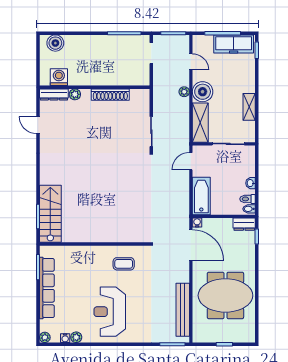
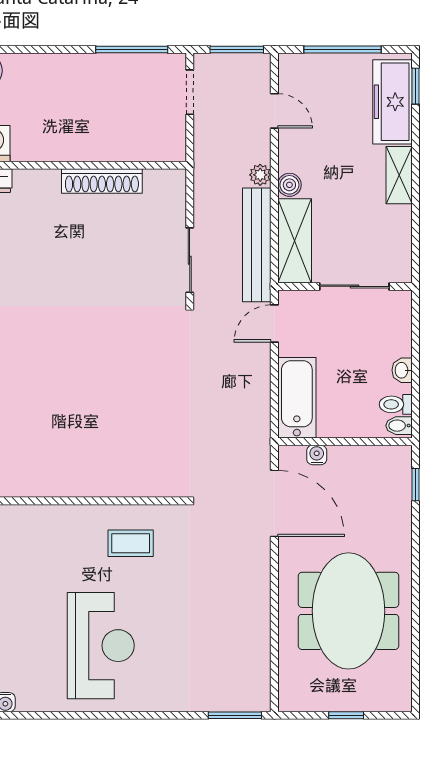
freezer: (234, 44) -> (392, 102), moved, turned 90
boiler: (203, 92) -> (289, 185), width x0.54, depth x0.54
plant: (75, 94) -> (26, 180), removed
shelving: (249, 107) -> (399, 175), moved
water cooler: (197, 223) -> (317, 455), moved
dresser: (244, 224) -> (389, 458), removed
meeting table: (225, 295) -> (348, 611), turned 90
bench: (183, 310) -> (257, 245), moved
reception desk: (110, 312) -> (101, 646), turned 180
plant: (76, 337) -> (29, 700), removed

